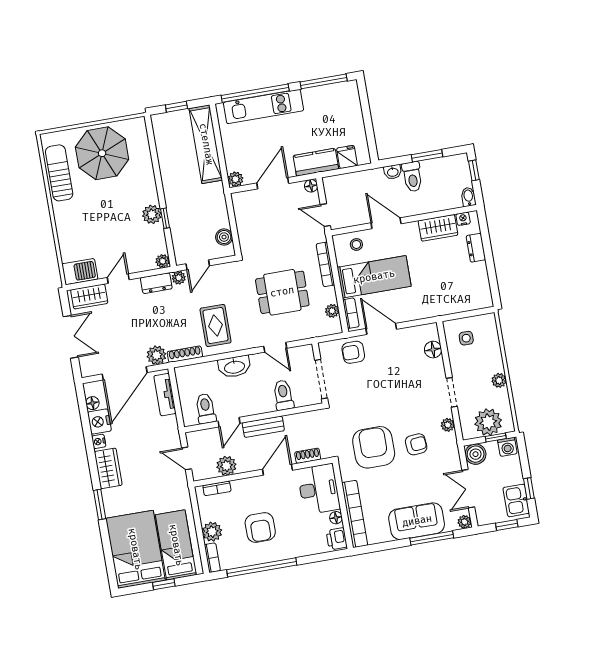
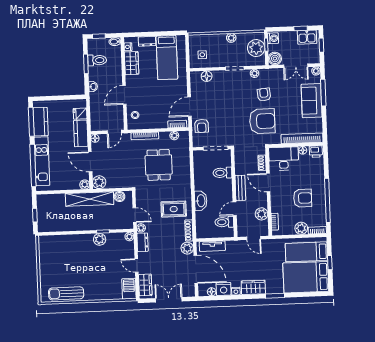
kitchen counter: (326, 96) -> (41, 122), added
shelving: (206, 144) -> (90, 199), moved
parasol: (102, 153) -> (58, 265), removed
toilet: (412, 177) -> (97, 60), moved
plant: (242, 202) -> (99, 182), added
bed: (374, 277) -> (167, 58), moved, turned 180
door: (275, 347) -> (192, 174), removed
door: (229, 422) -> (235, 209), swing flipped
armchair: (374, 447) -> (262, 121), turned 180
door: (187, 458) -> (254, 238), hinge flipped

